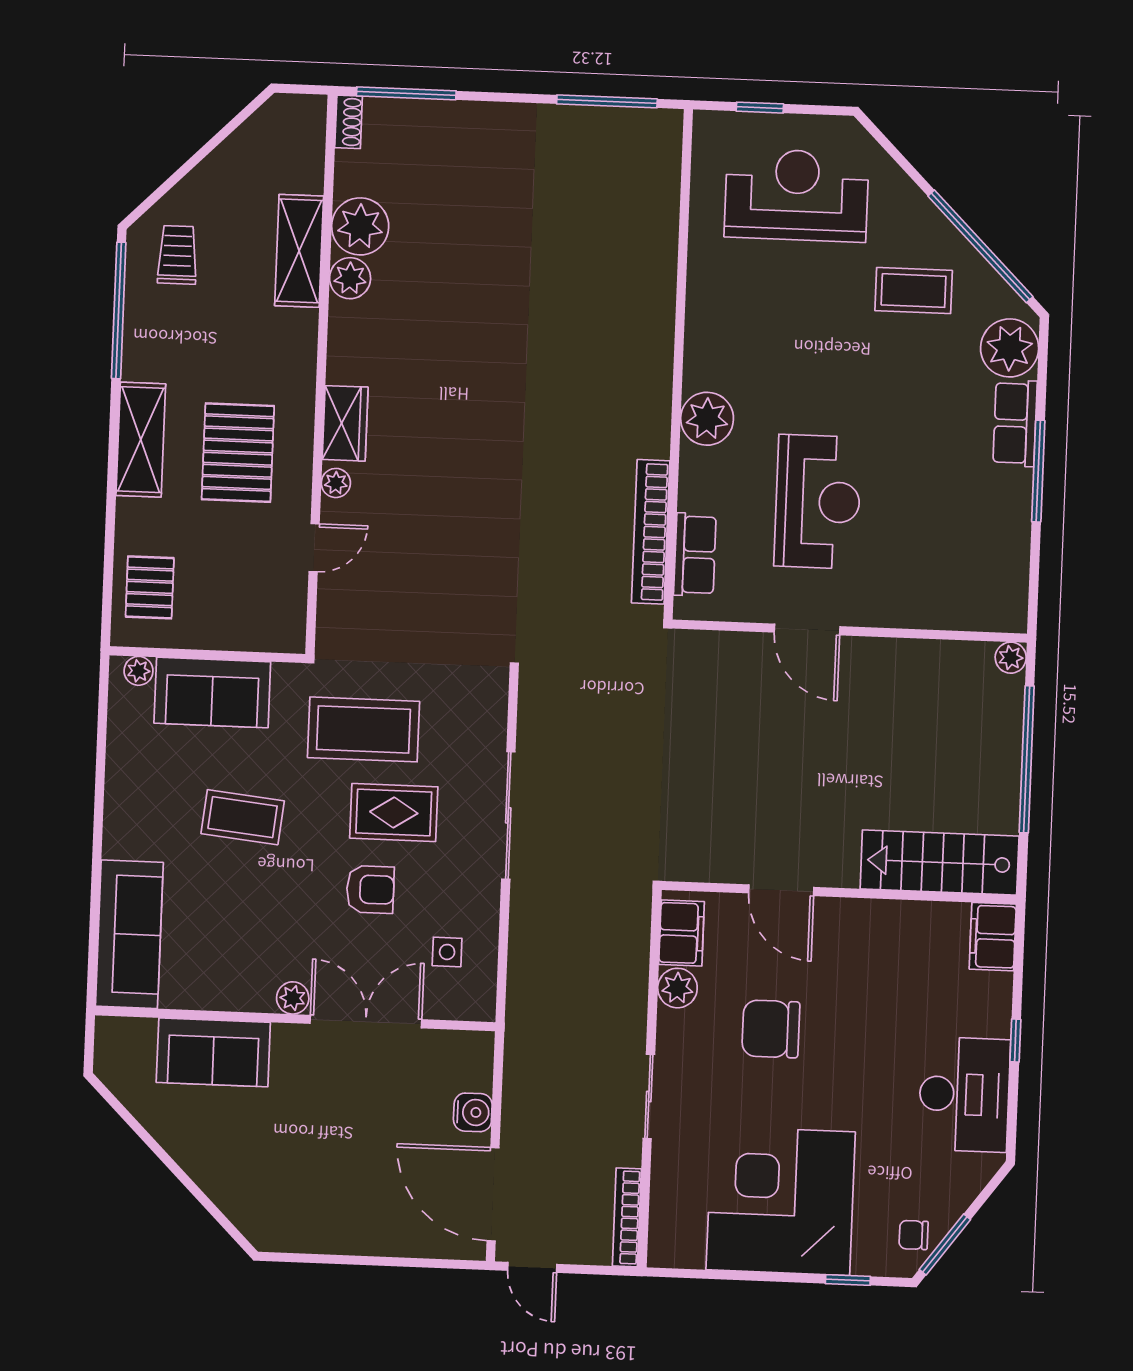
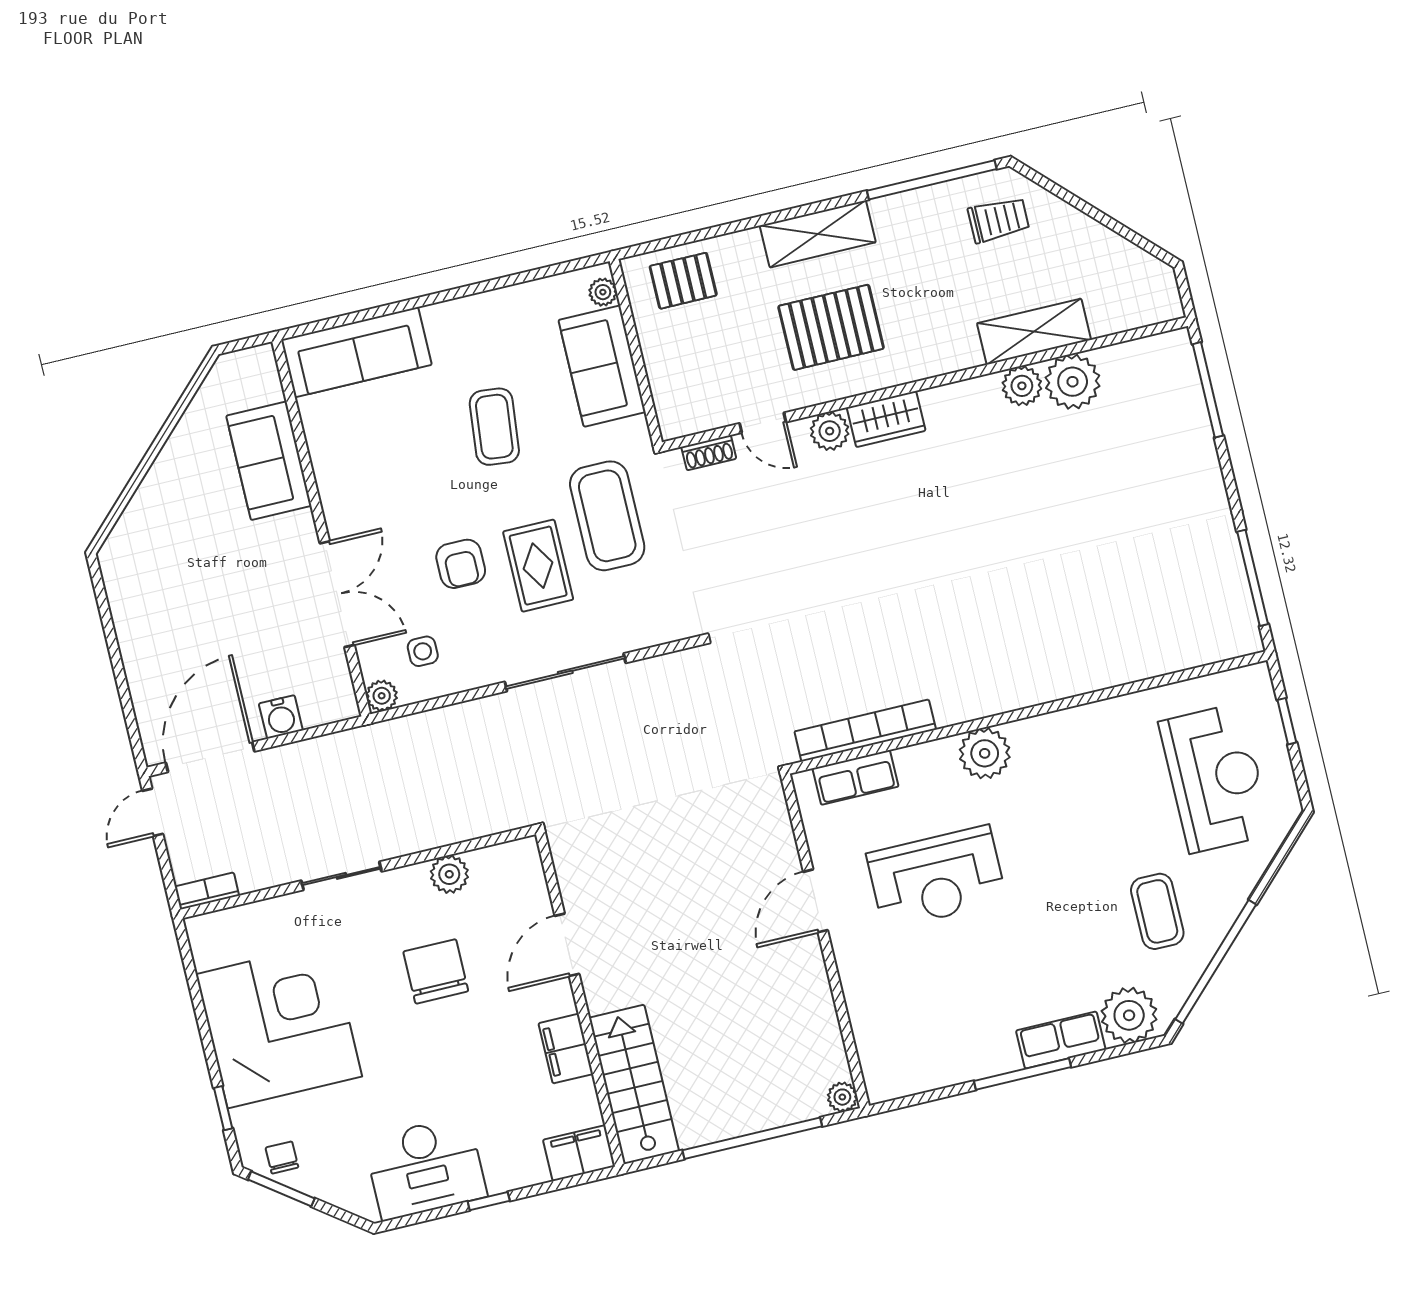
shoe rack: (349, 122) -> (709, 453), moved
plant: (336, 483) -> (830, 431), width x1.38, depth x1.38
filing cabinet: (682, 933) -> (566, 1049), moved, turned 90
plant: (293, 998) -> (382, 696), moved
bookcase: (627, 1217) -> (207, 891), width x0.64

